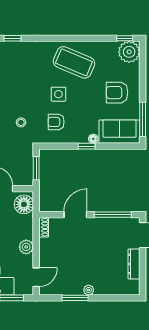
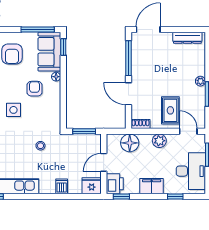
armchair: (56, 122) -> (35, 89), moved, turned 180
window: (87, 146) -> (63, 47), moved
floor lamp: (24, 204) -> (130, 143), moved
rug: (58, 258) -> (170, 110), added
dresser: (134, 264) -> (187, 38), moved

